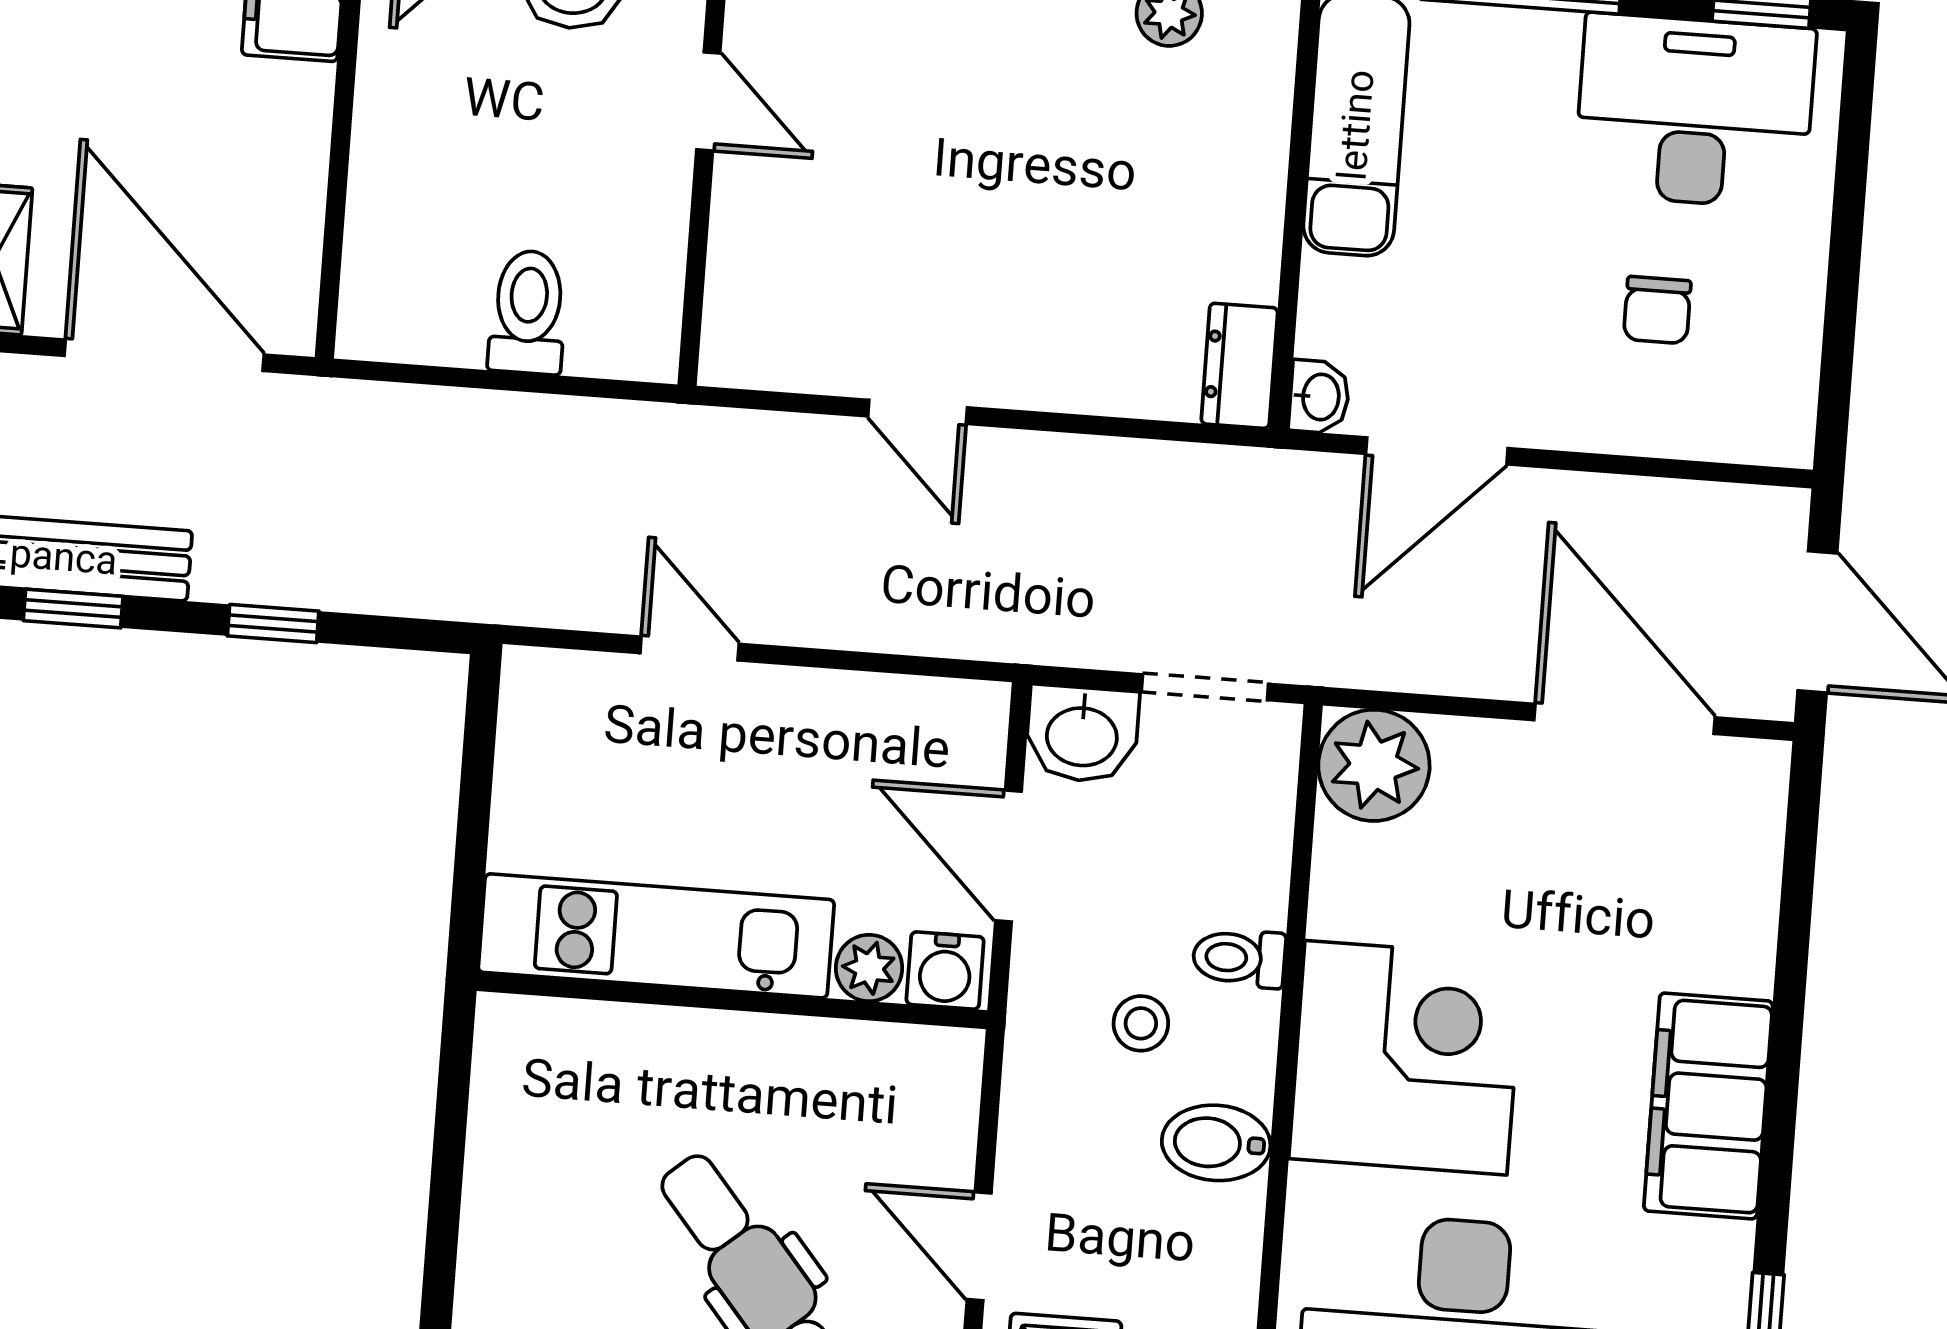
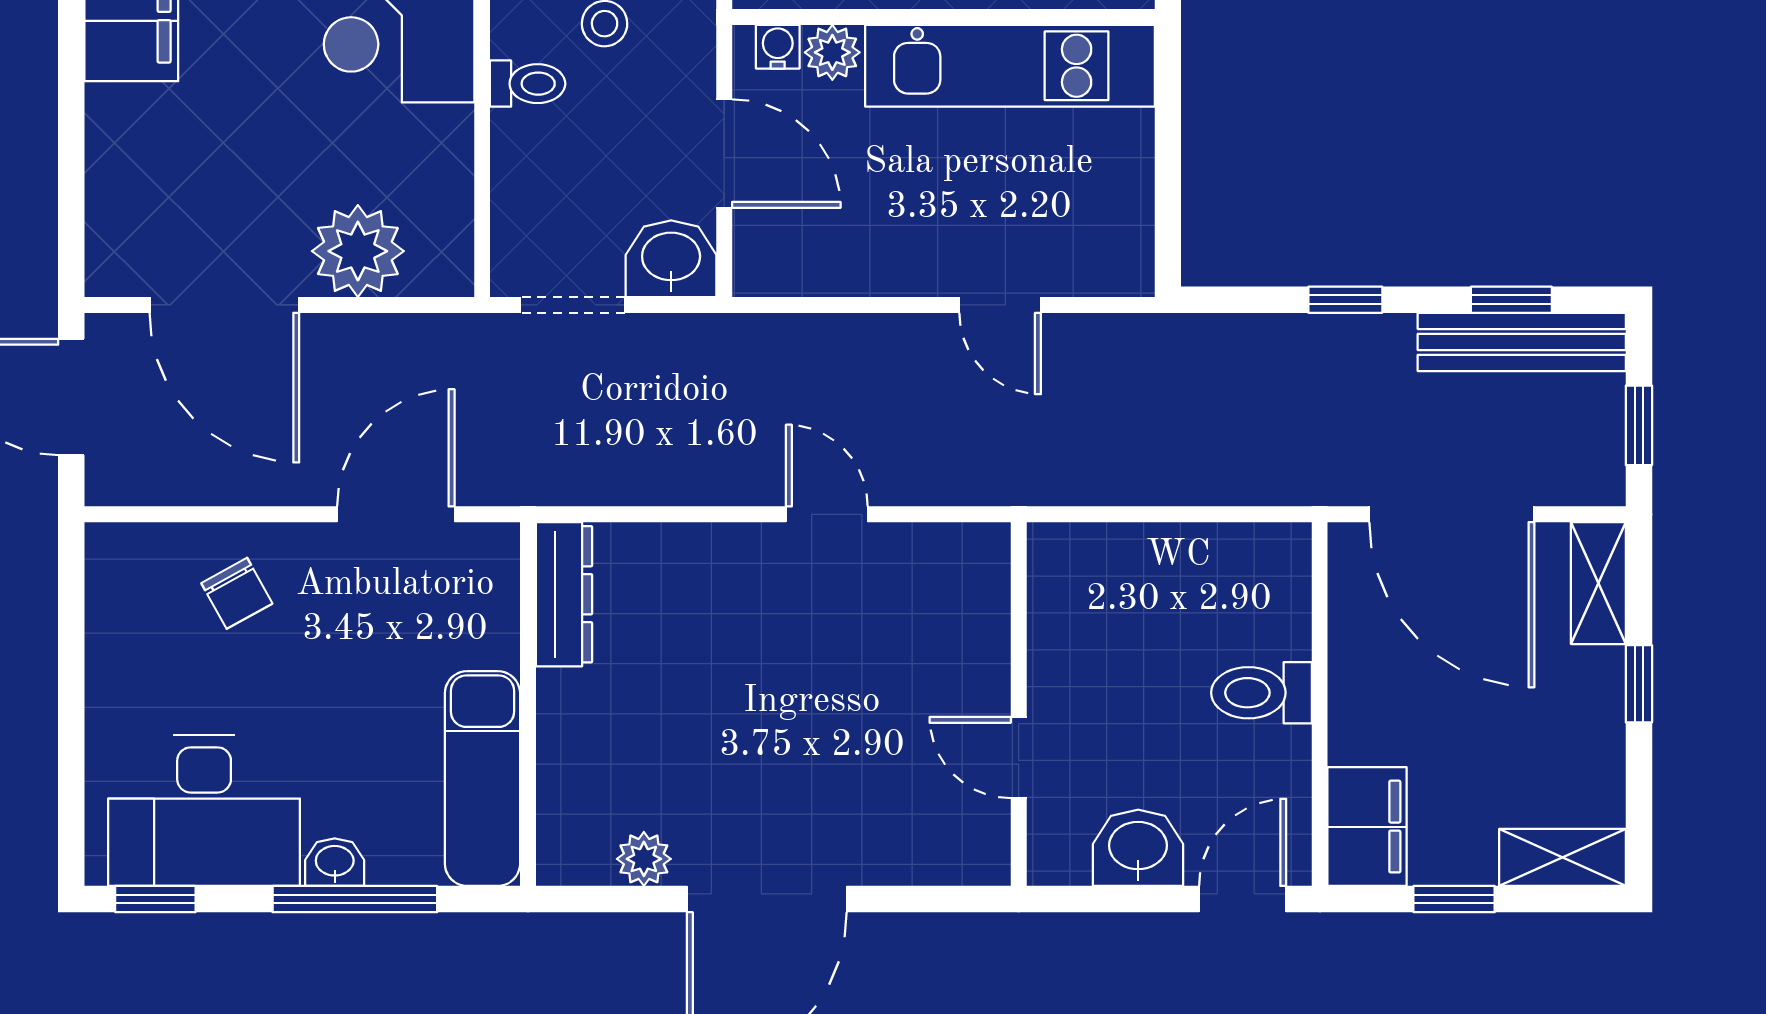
chair: (1657, 310) -> (237, 593), moved, turned 151
toilet: (528, 312) -> (1261, 693), moved, turned 90
dresser: (1239, 366) -> (564, 594), width x1.44
washbasin: (1319, 397) -> (335, 862), moved, turned 90
plant: (1374, 765) -> (358, 251), moved
water cooler: (945, 971) -> (778, 47), width x0.72, depth x0.72

